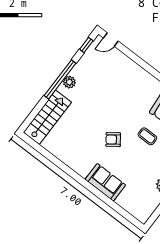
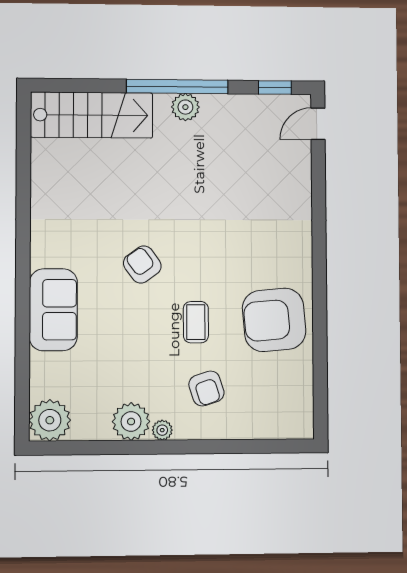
door: (111, 40) -> (318, 124), hinge flipped
plant: (142, 212) -> (50, 420), added

